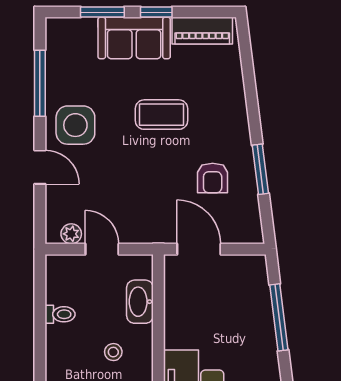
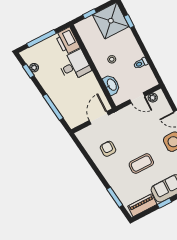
window: (260, 169) -> (115, 197), moved
door: (199, 249) -> (99, 118), swing flipped

